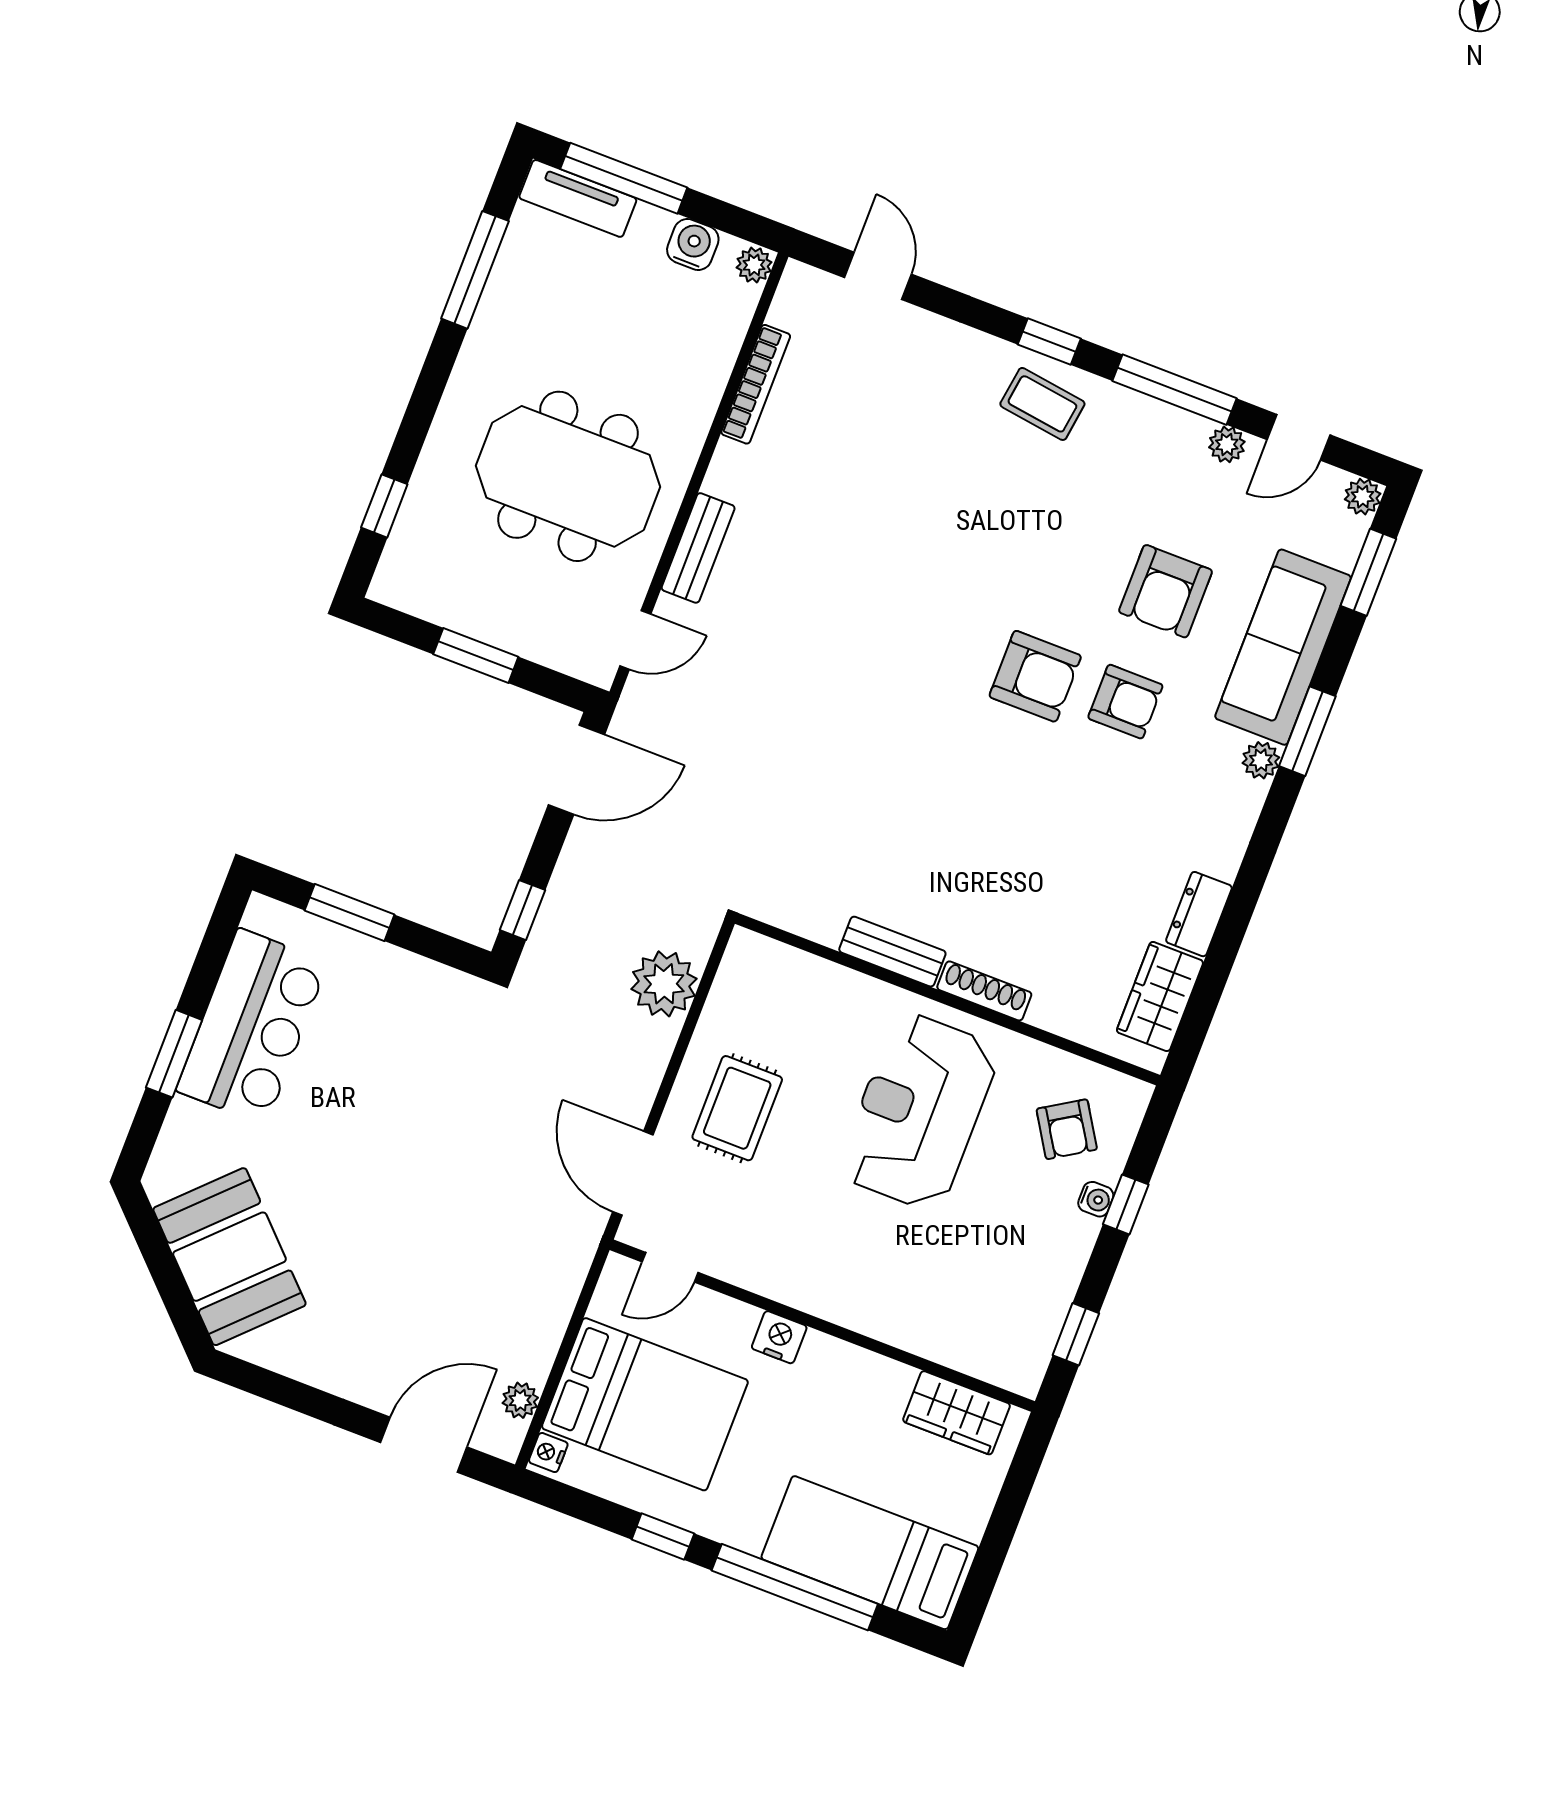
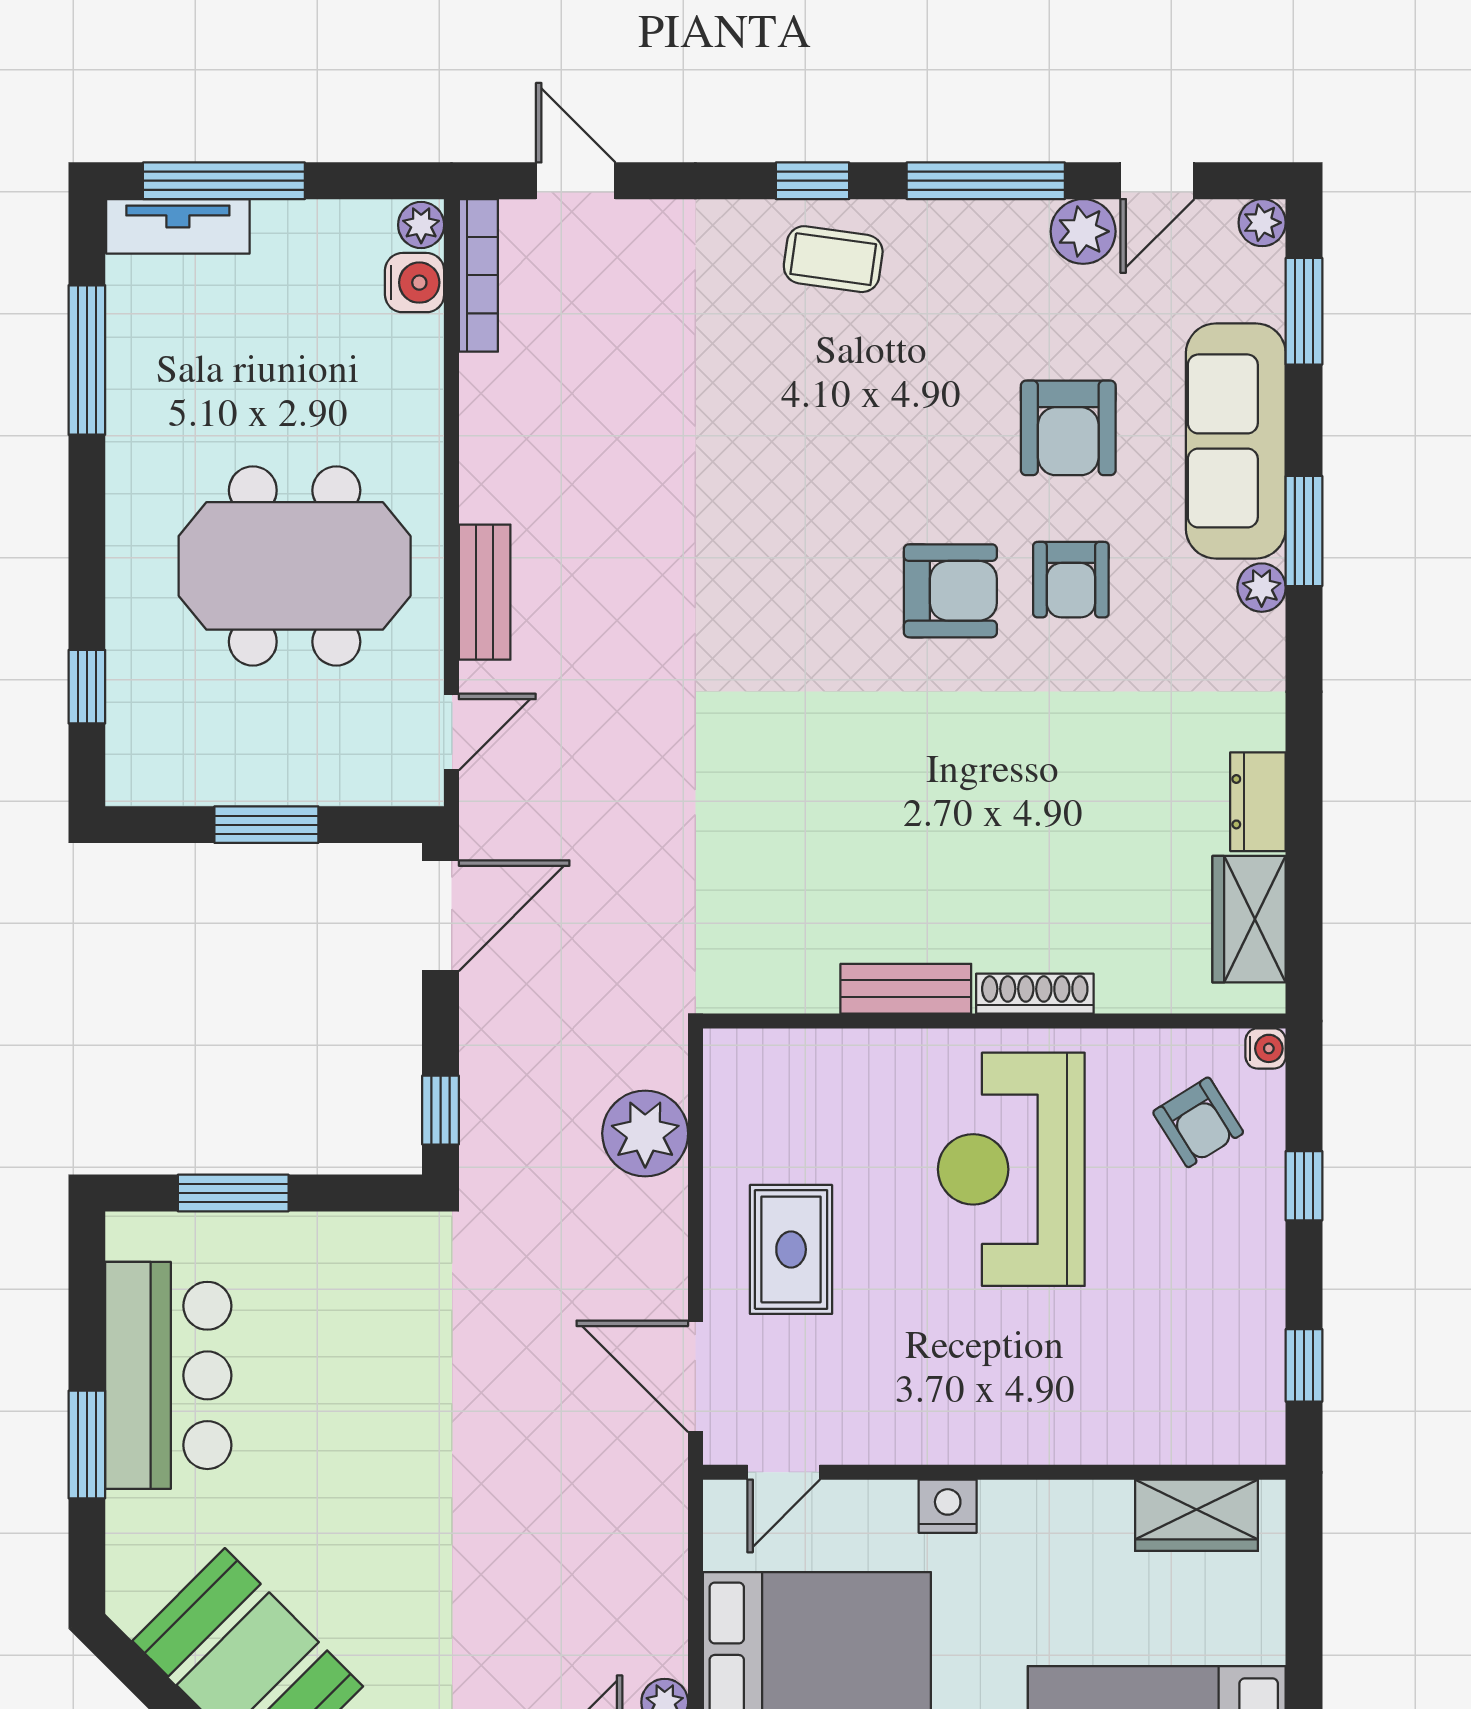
water cooler: (693, 244) -> (415, 283), moved, turned 90
bookcase: (756, 384) -> (478, 275), moved
plant: (1227, 444) -> (1083, 231), width x1.38, depth x1.38
armchair: (1125, 702) -> (1071, 580), turned 90
water cooler: (1096, 1199) -> (1266, 1048), moved

